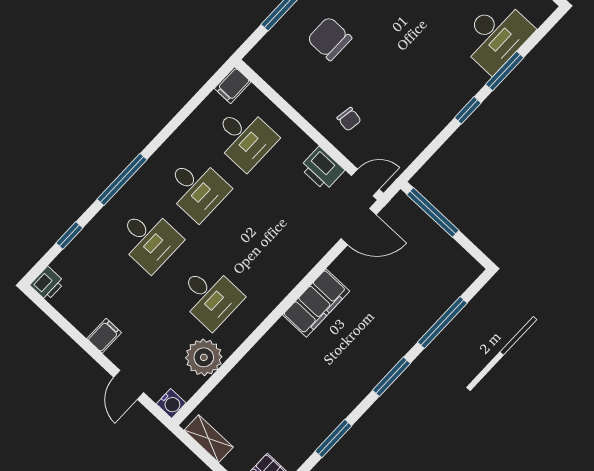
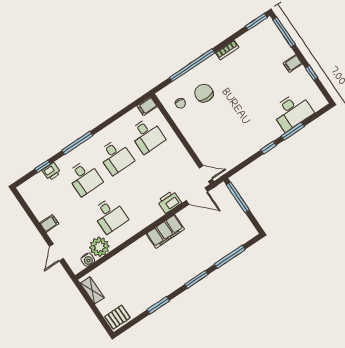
chair: (349, 119) -> (180, 103), moved
printer: (322, 169) -> (169, 202), moved, turned 90
printer: (47, 284) -> (51, 172), moved
water cooler: (171, 403) -> (88, 260), moved

